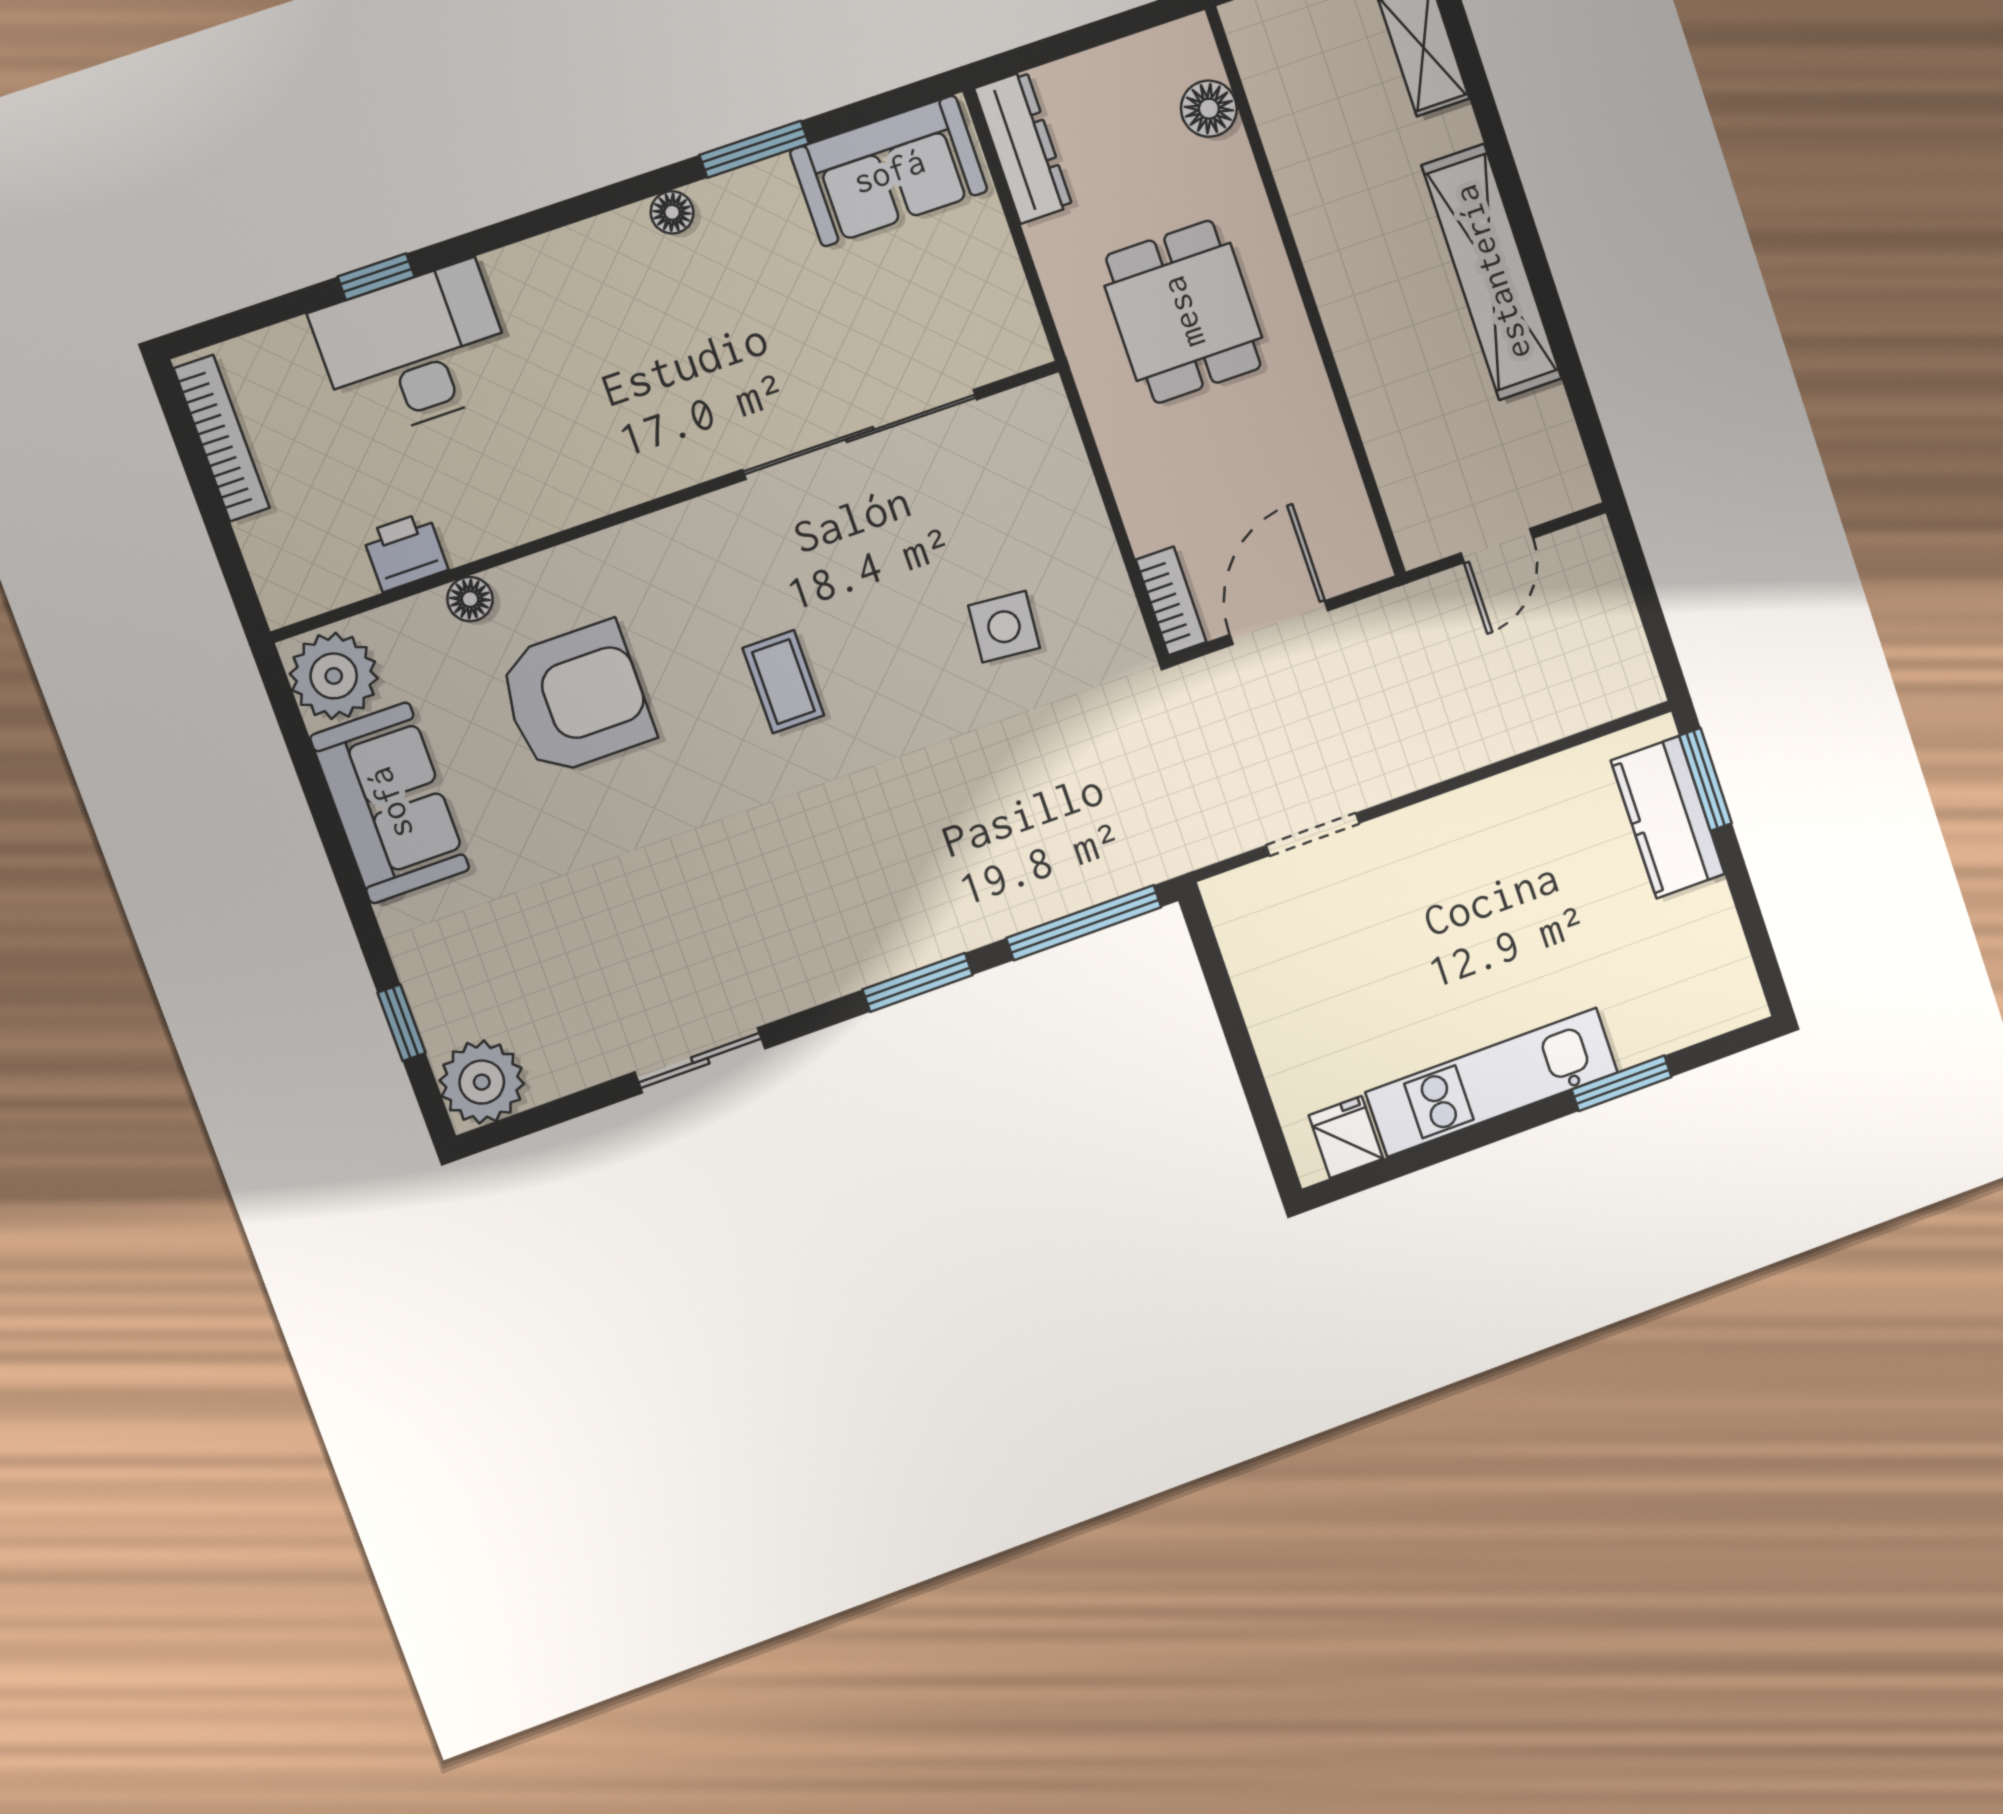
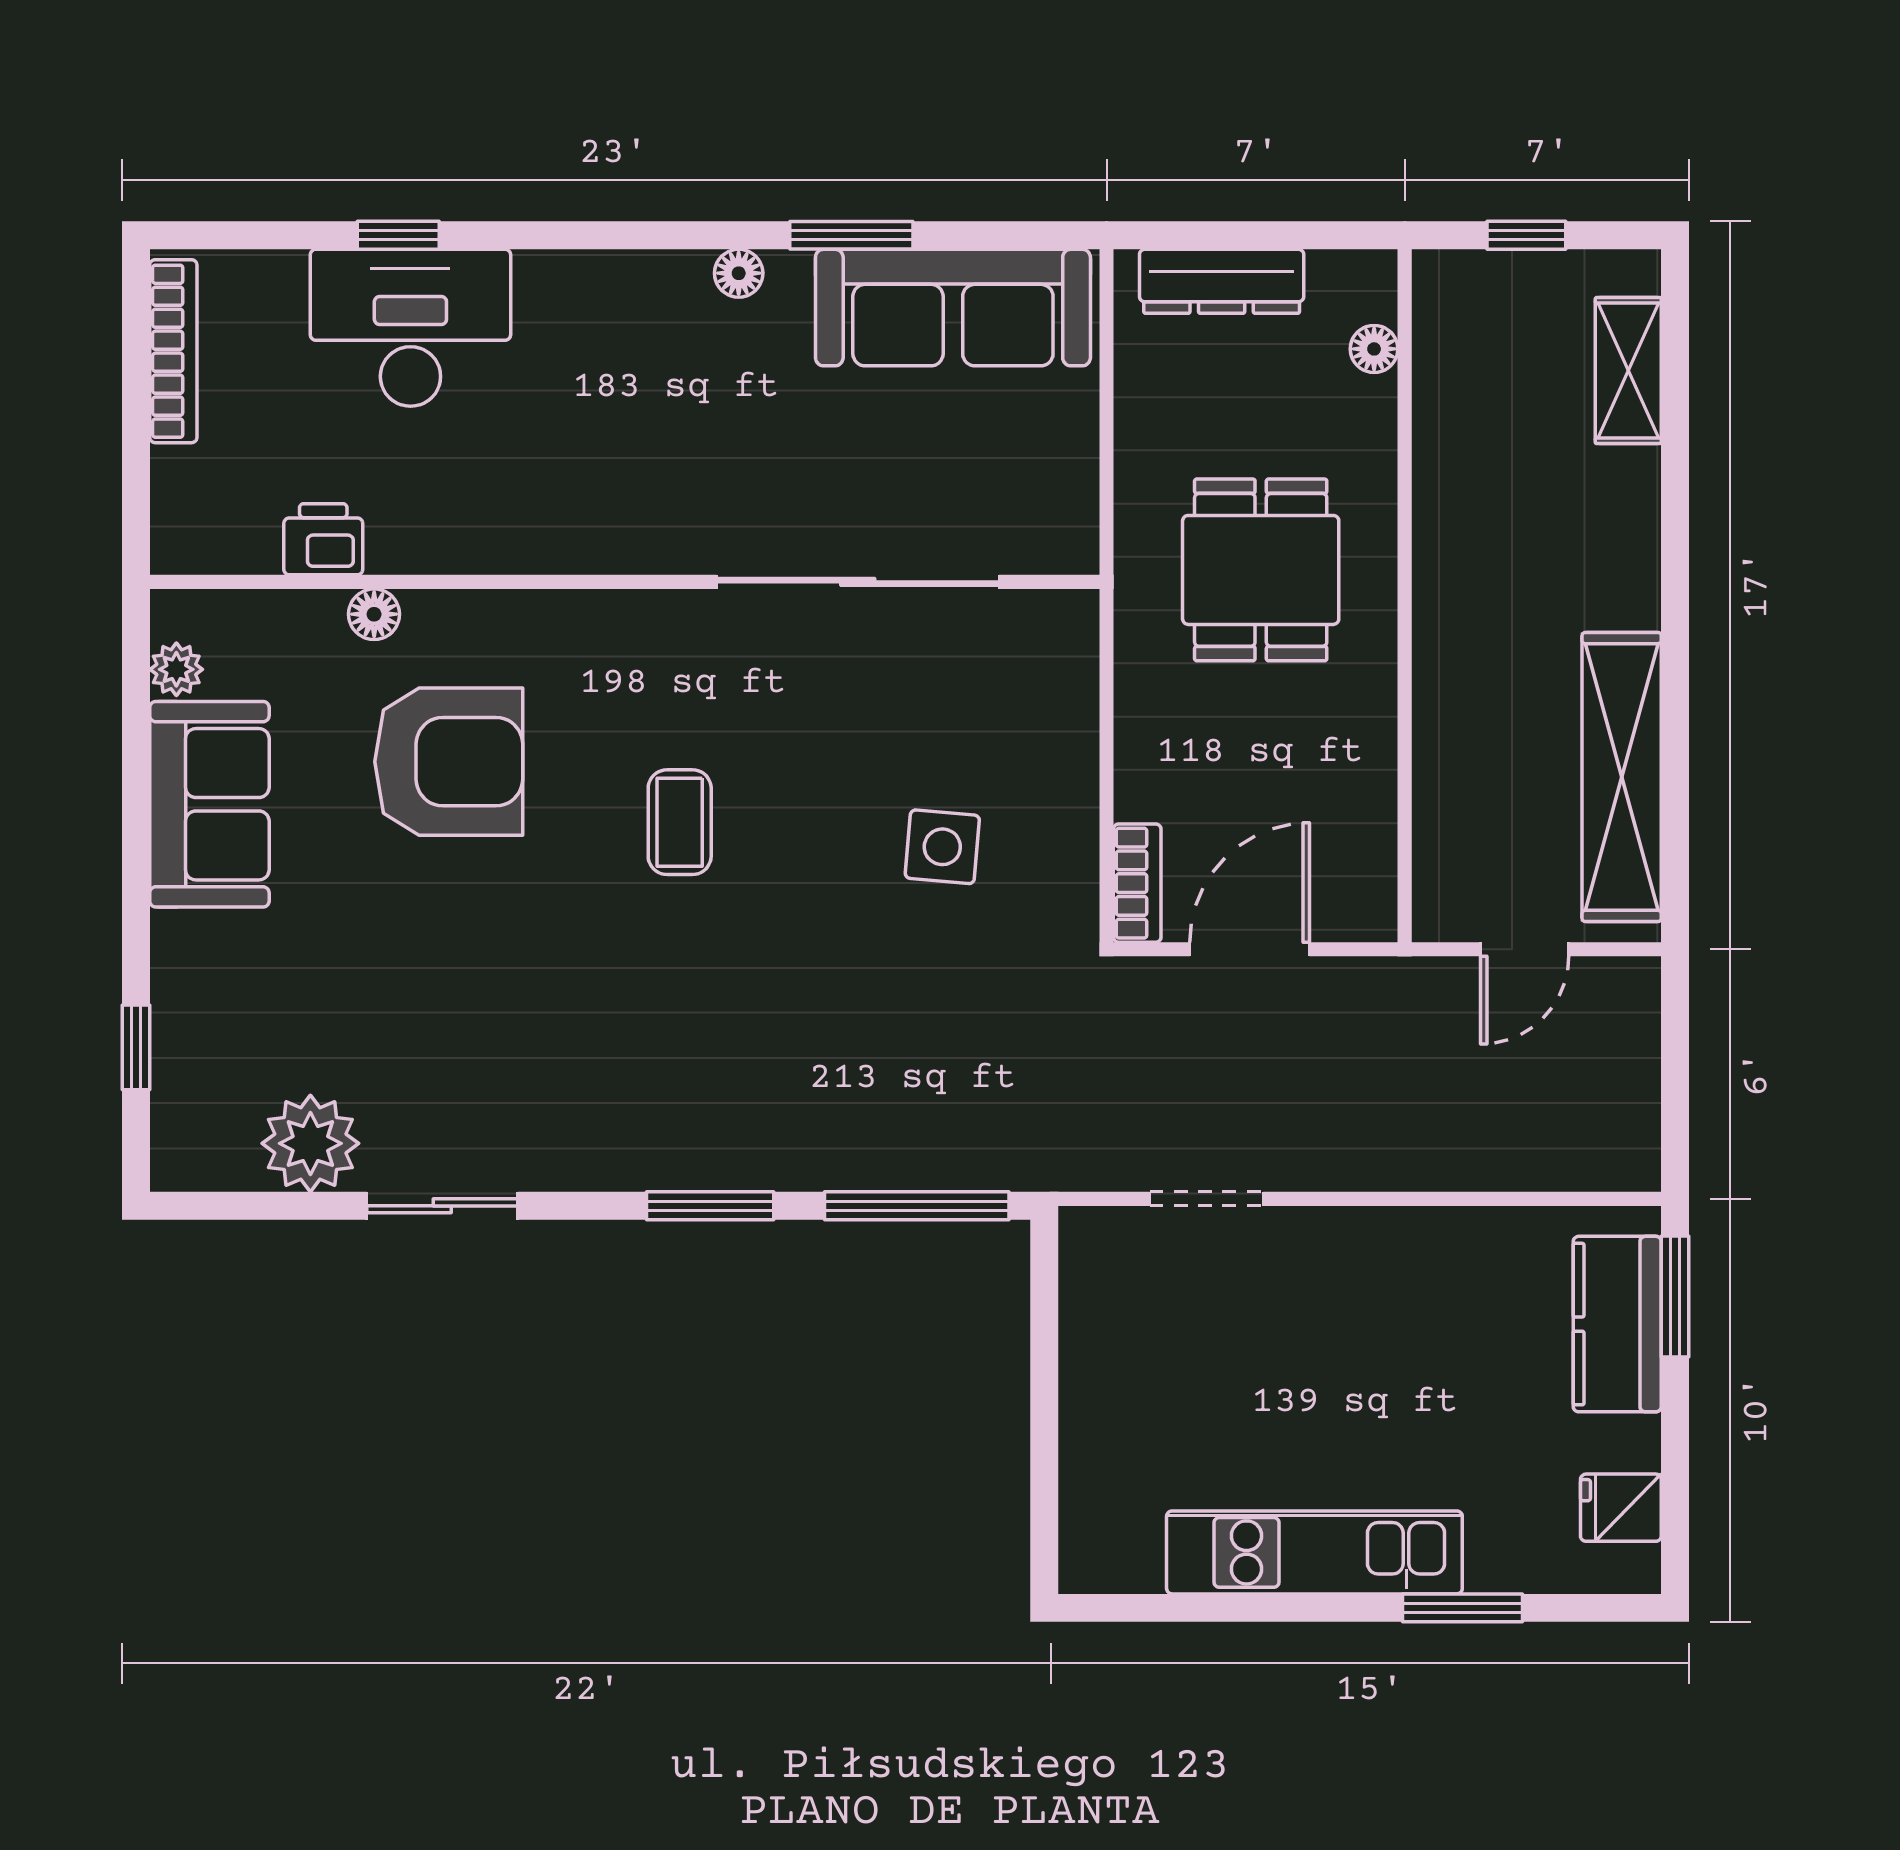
floor lamp: (1209, 109) -> (1374, 349), width x0.73, depth x0.73
dresser: (1023, 147) -> (1222, 281), moved, turned 90
sofa: (889, 171) -> (953, 308), width x1.36
shelving: (1492, 272) -> (1622, 777), moved
plant: (334, 676) -> (176, 669), width x0.53, depth x0.53
plant: (482, 1082) -> (310, 1143), moved
fridge: (1346, 1137) -> (1621, 1508), moved, turned -90

